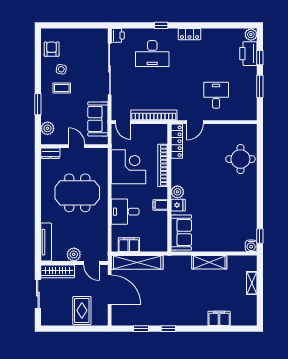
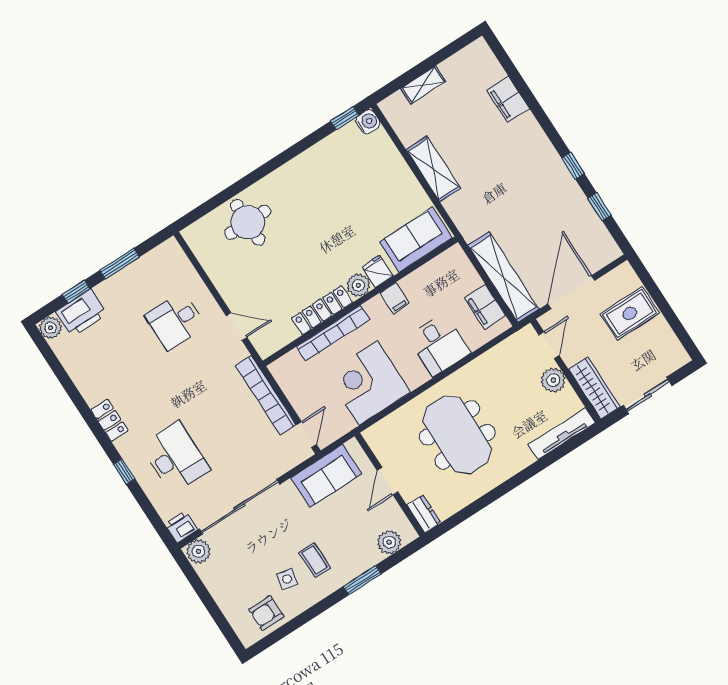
plant: (101, 36) -> (198, 551), added
locker: (177, 141) -> (322, 310), moved

